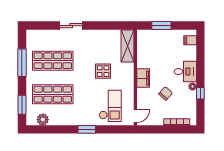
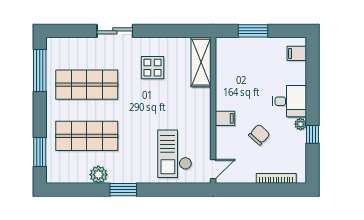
window: (22, 63) -> (40, 71), moved
display table: (103, 71) -> (153, 68), moved
filing cabinet: (143, 78) -> (225, 118), width x0.50
checkout: (110, 106) -> (175, 154), turned 180
plant: (43, 120) -> (98, 175), moved
window: (87, 129) -> (123, 190), moved

